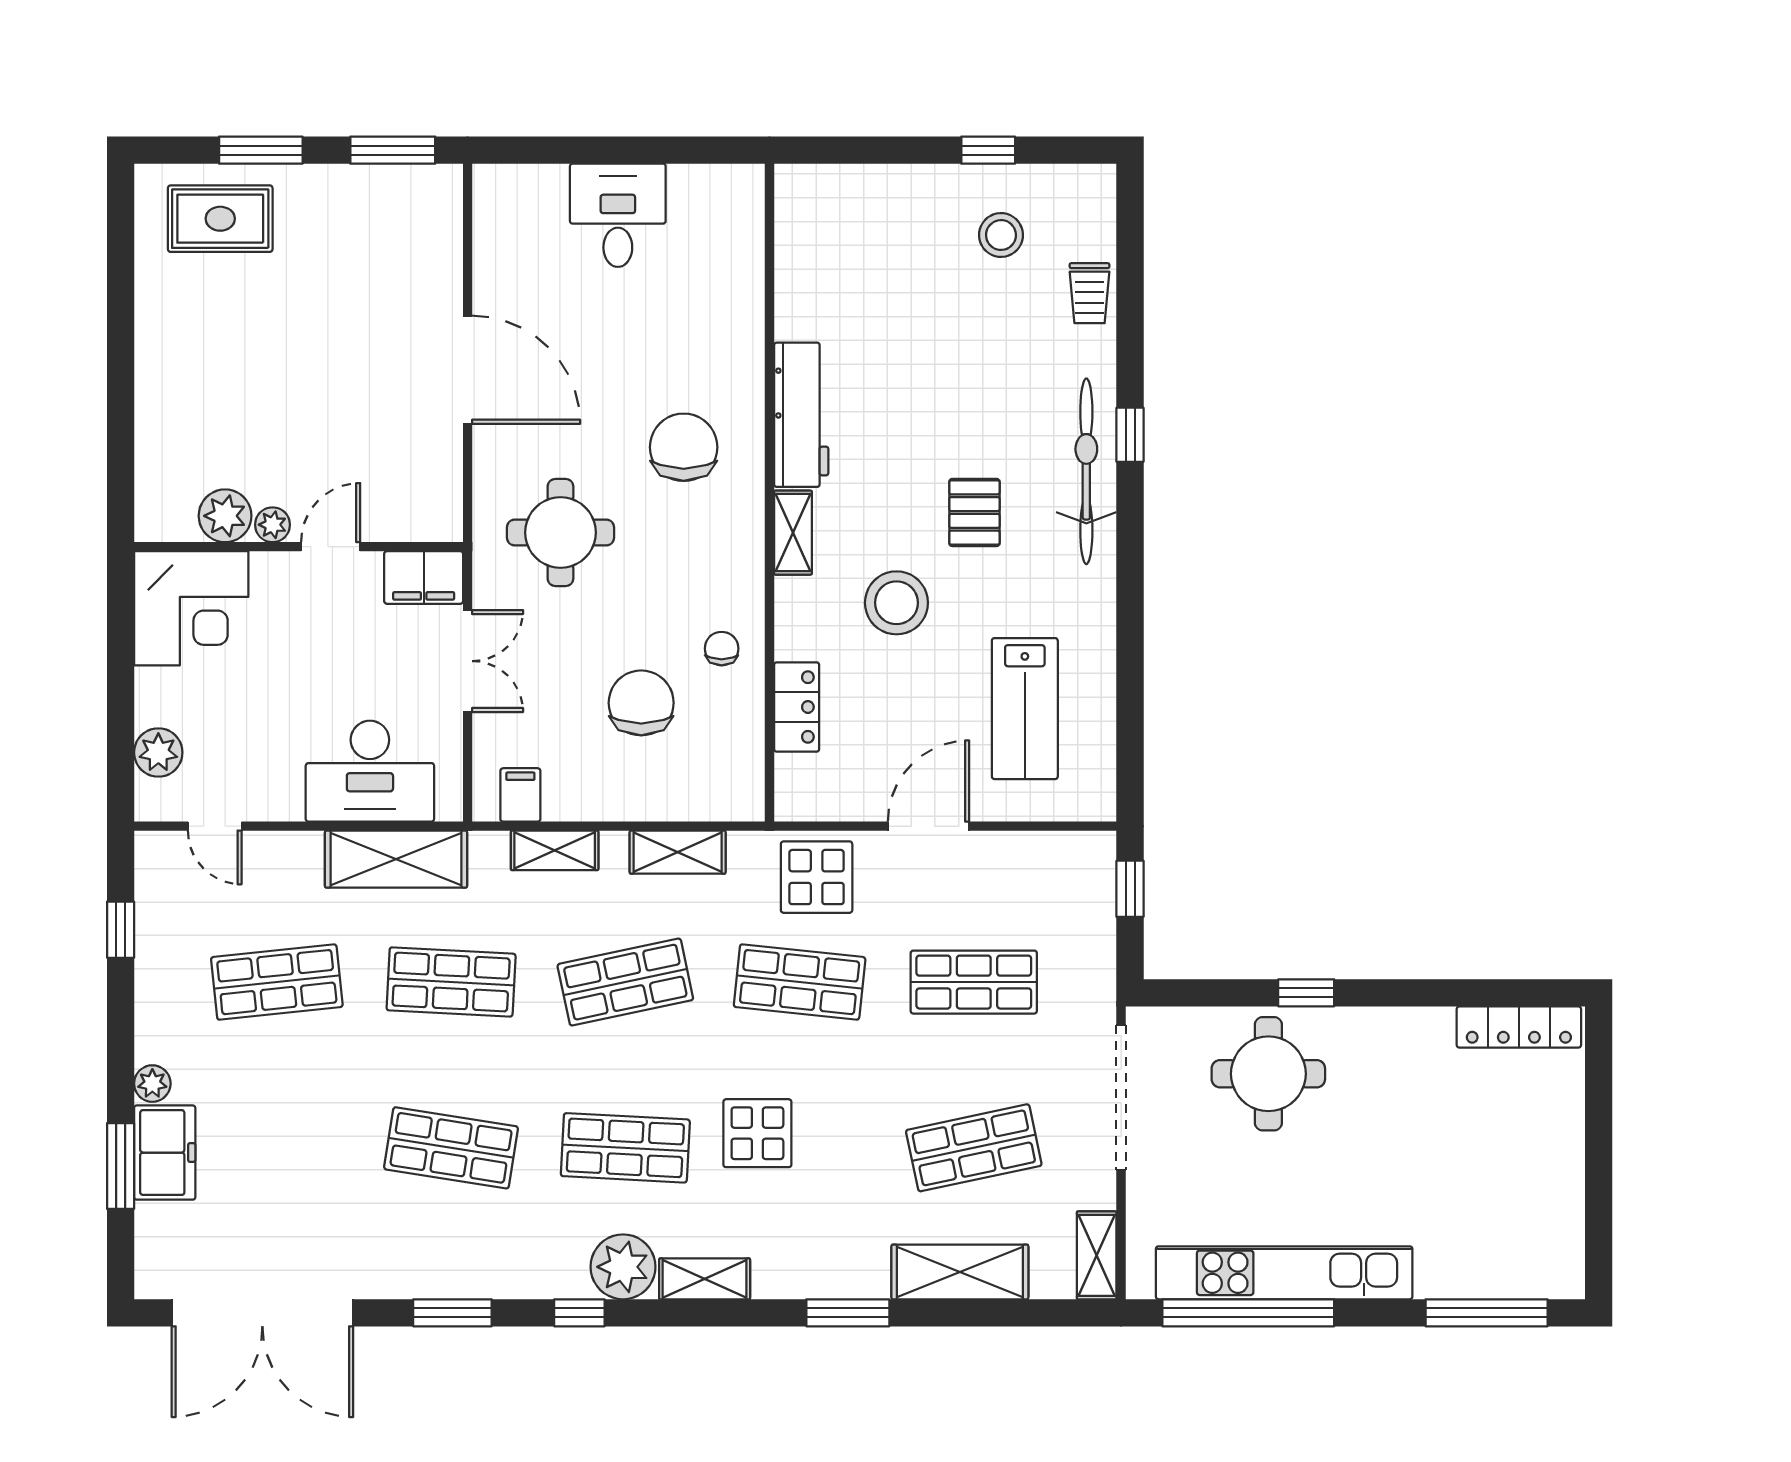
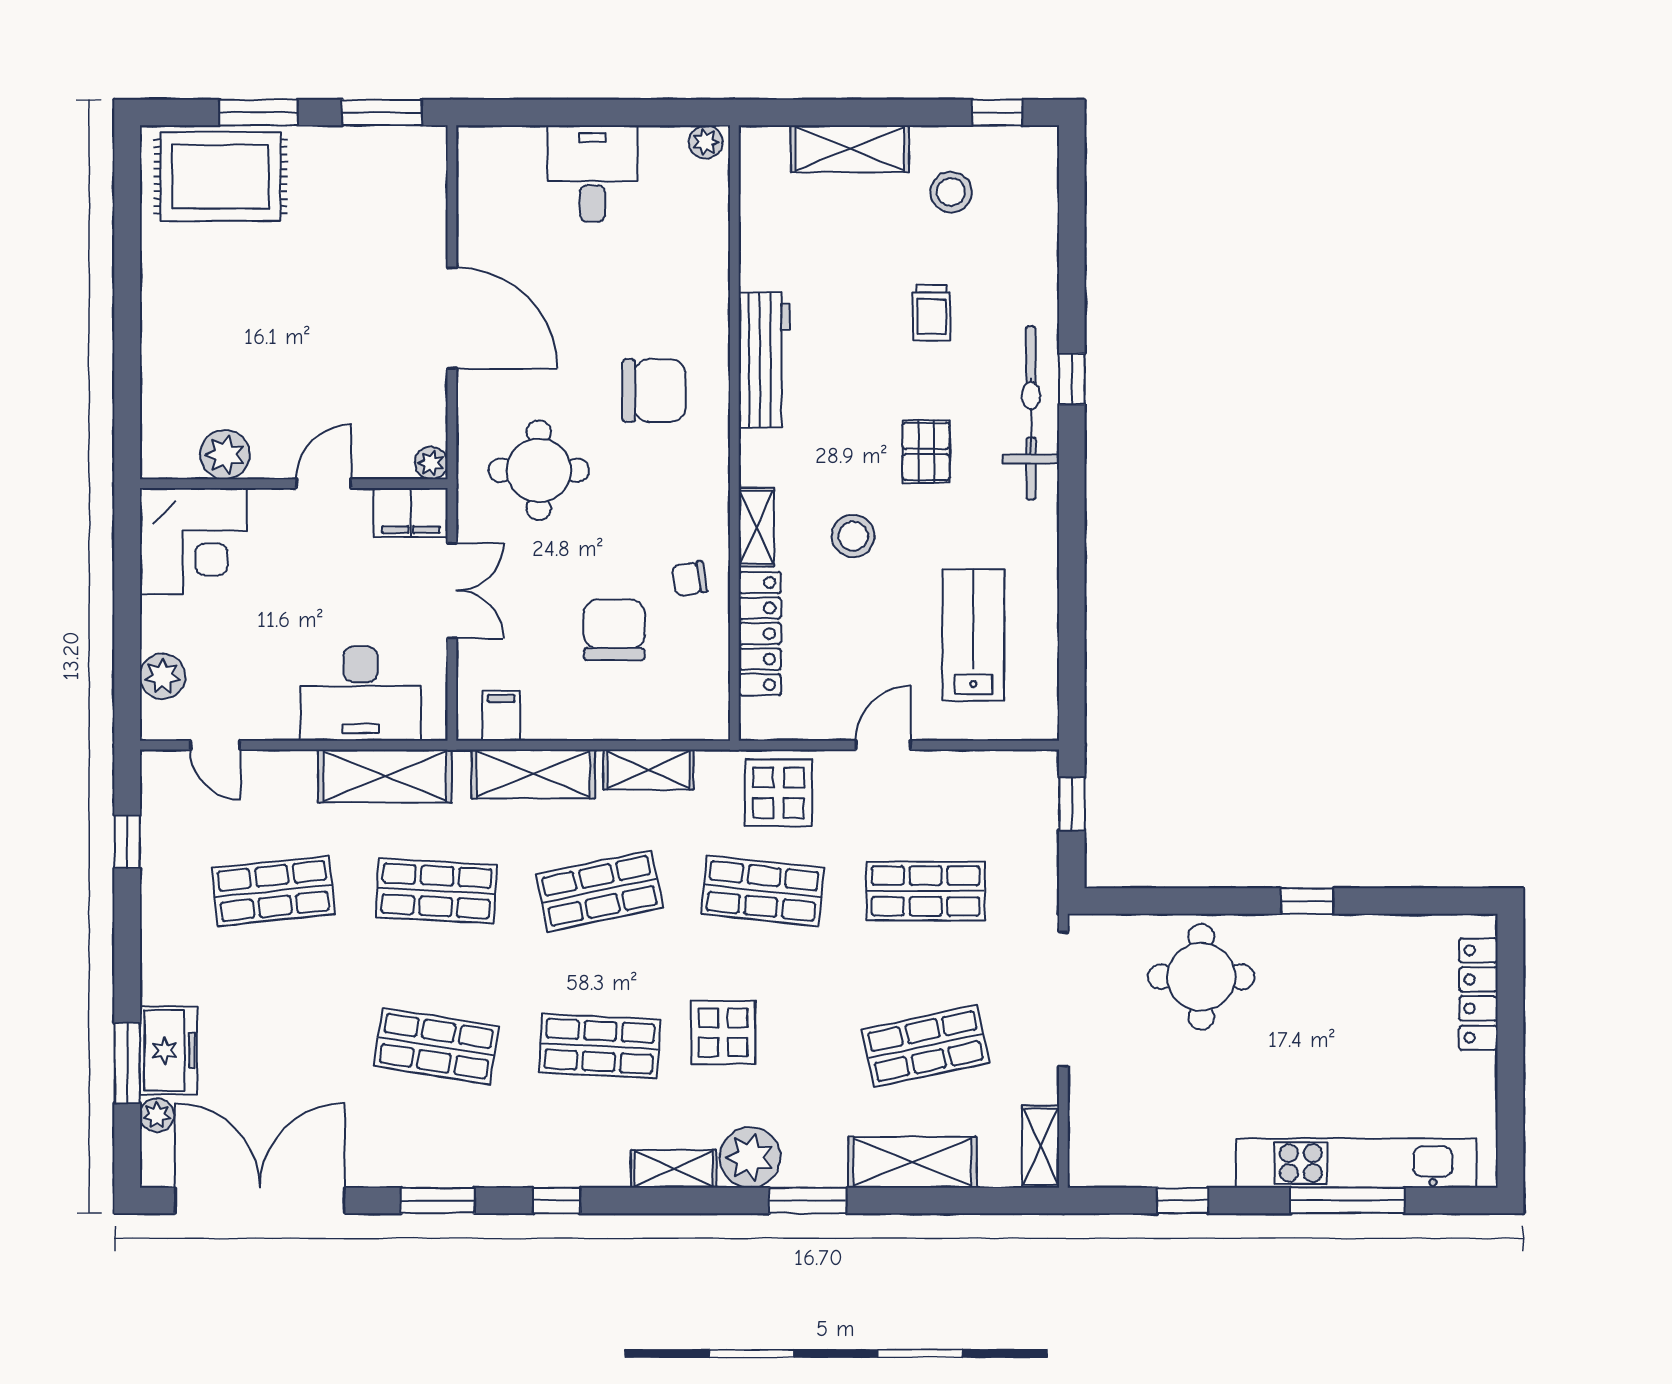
window: (988, 150) -> (997, 112), moved
plant: (739, 182) -> (706, 142), added
shelving: (893, 189) -> (850, 149), added
rug: (220, 219) -> (220, 177), width x1.36, depth x1.43
trolley: (1090, 293) -> (931, 313), moved
chair: (684, 447) -> (654, 391), turned 90
plant: (273, 525) -> (431, 463), moved
shelving: (793, 533) -> (756, 527), moved
stool: (896, 603) -> (853, 536), width x0.73, depth x0.73
chair: (722, 649) -> (690, 579), turned -100
locker: (797, 707) -> (760, 634), width x1.53
lab bench: (1025, 709) -> (973, 635), turned 180
door: (929, 826) -> (883, 745), width x0.73
shelving: (555, 850) -> (533, 774), width x1.50, depth x1.33
window: (1306, 993) -> (1307, 901), moved
locker: (1519, 1027) -> (1478, 994), moved, turned 90
plant: (152, 1084) -> (157, 1115), moved
plant: (623, 1267) -> (750, 1157), moved
kitchen unit: (1284, 1273) -> (1356, 1163), moved
double door: (262, 1313) -> (260, 1201), swing flipped
window: (1248, 1313) -> (1182, 1201), width x0.32
window: (1487, 1313) -> (1347, 1201), moved

